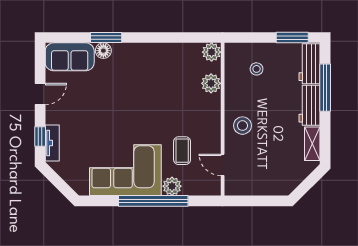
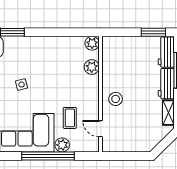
floor lamp: (103, 51) -> (10, 42), removed
stool: (257, 69) -> (126, 56), removed
side table: (118, 107) -> (22, 85), added

